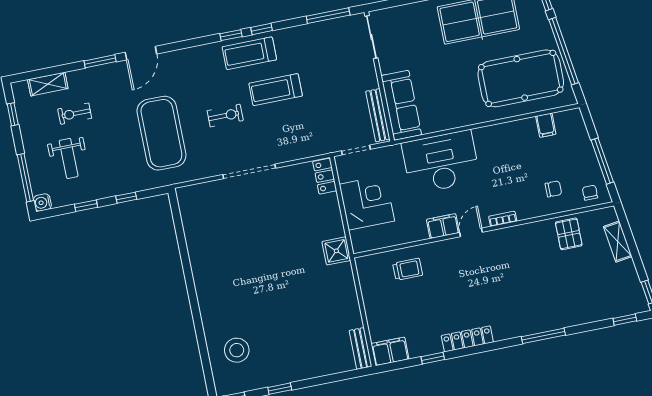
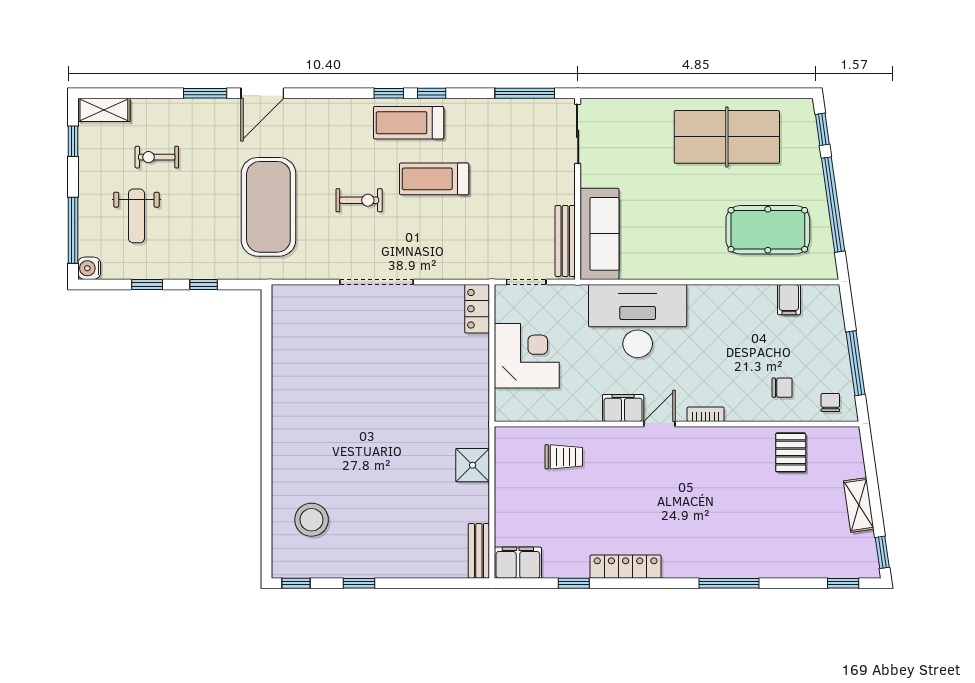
pool table: (521, 78) -> (768, 230), width x0.73, depth x0.76
shelving: (48, 84) -> (104, 110), moved
shelving: (618, 241) -> (859, 505), moved
shower: (336, 251) -> (473, 465), moved

